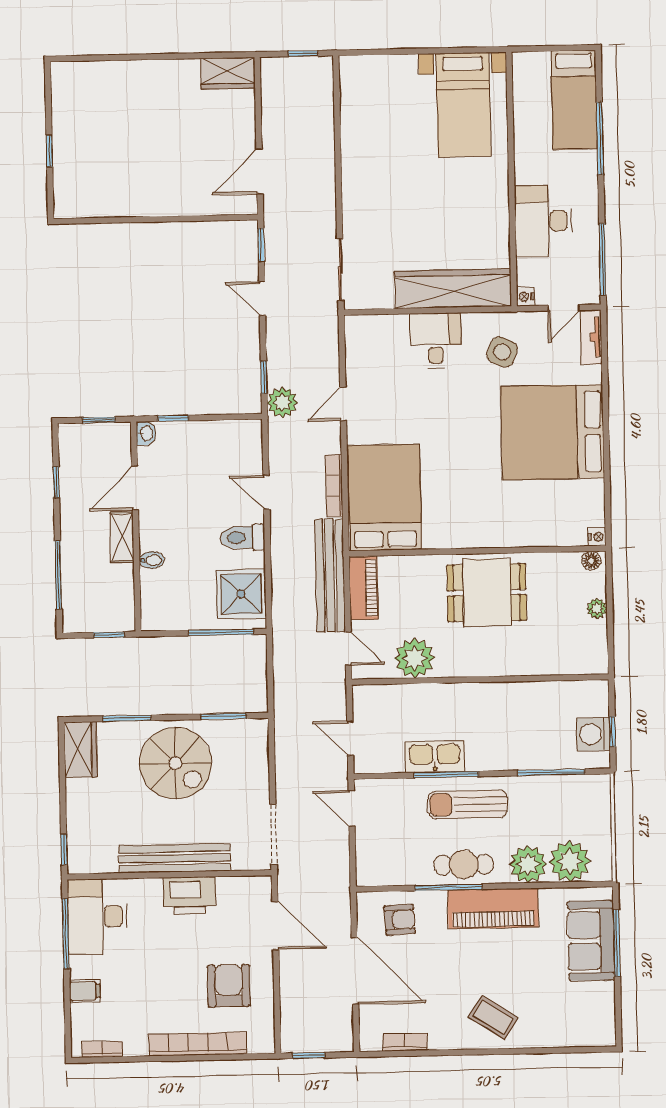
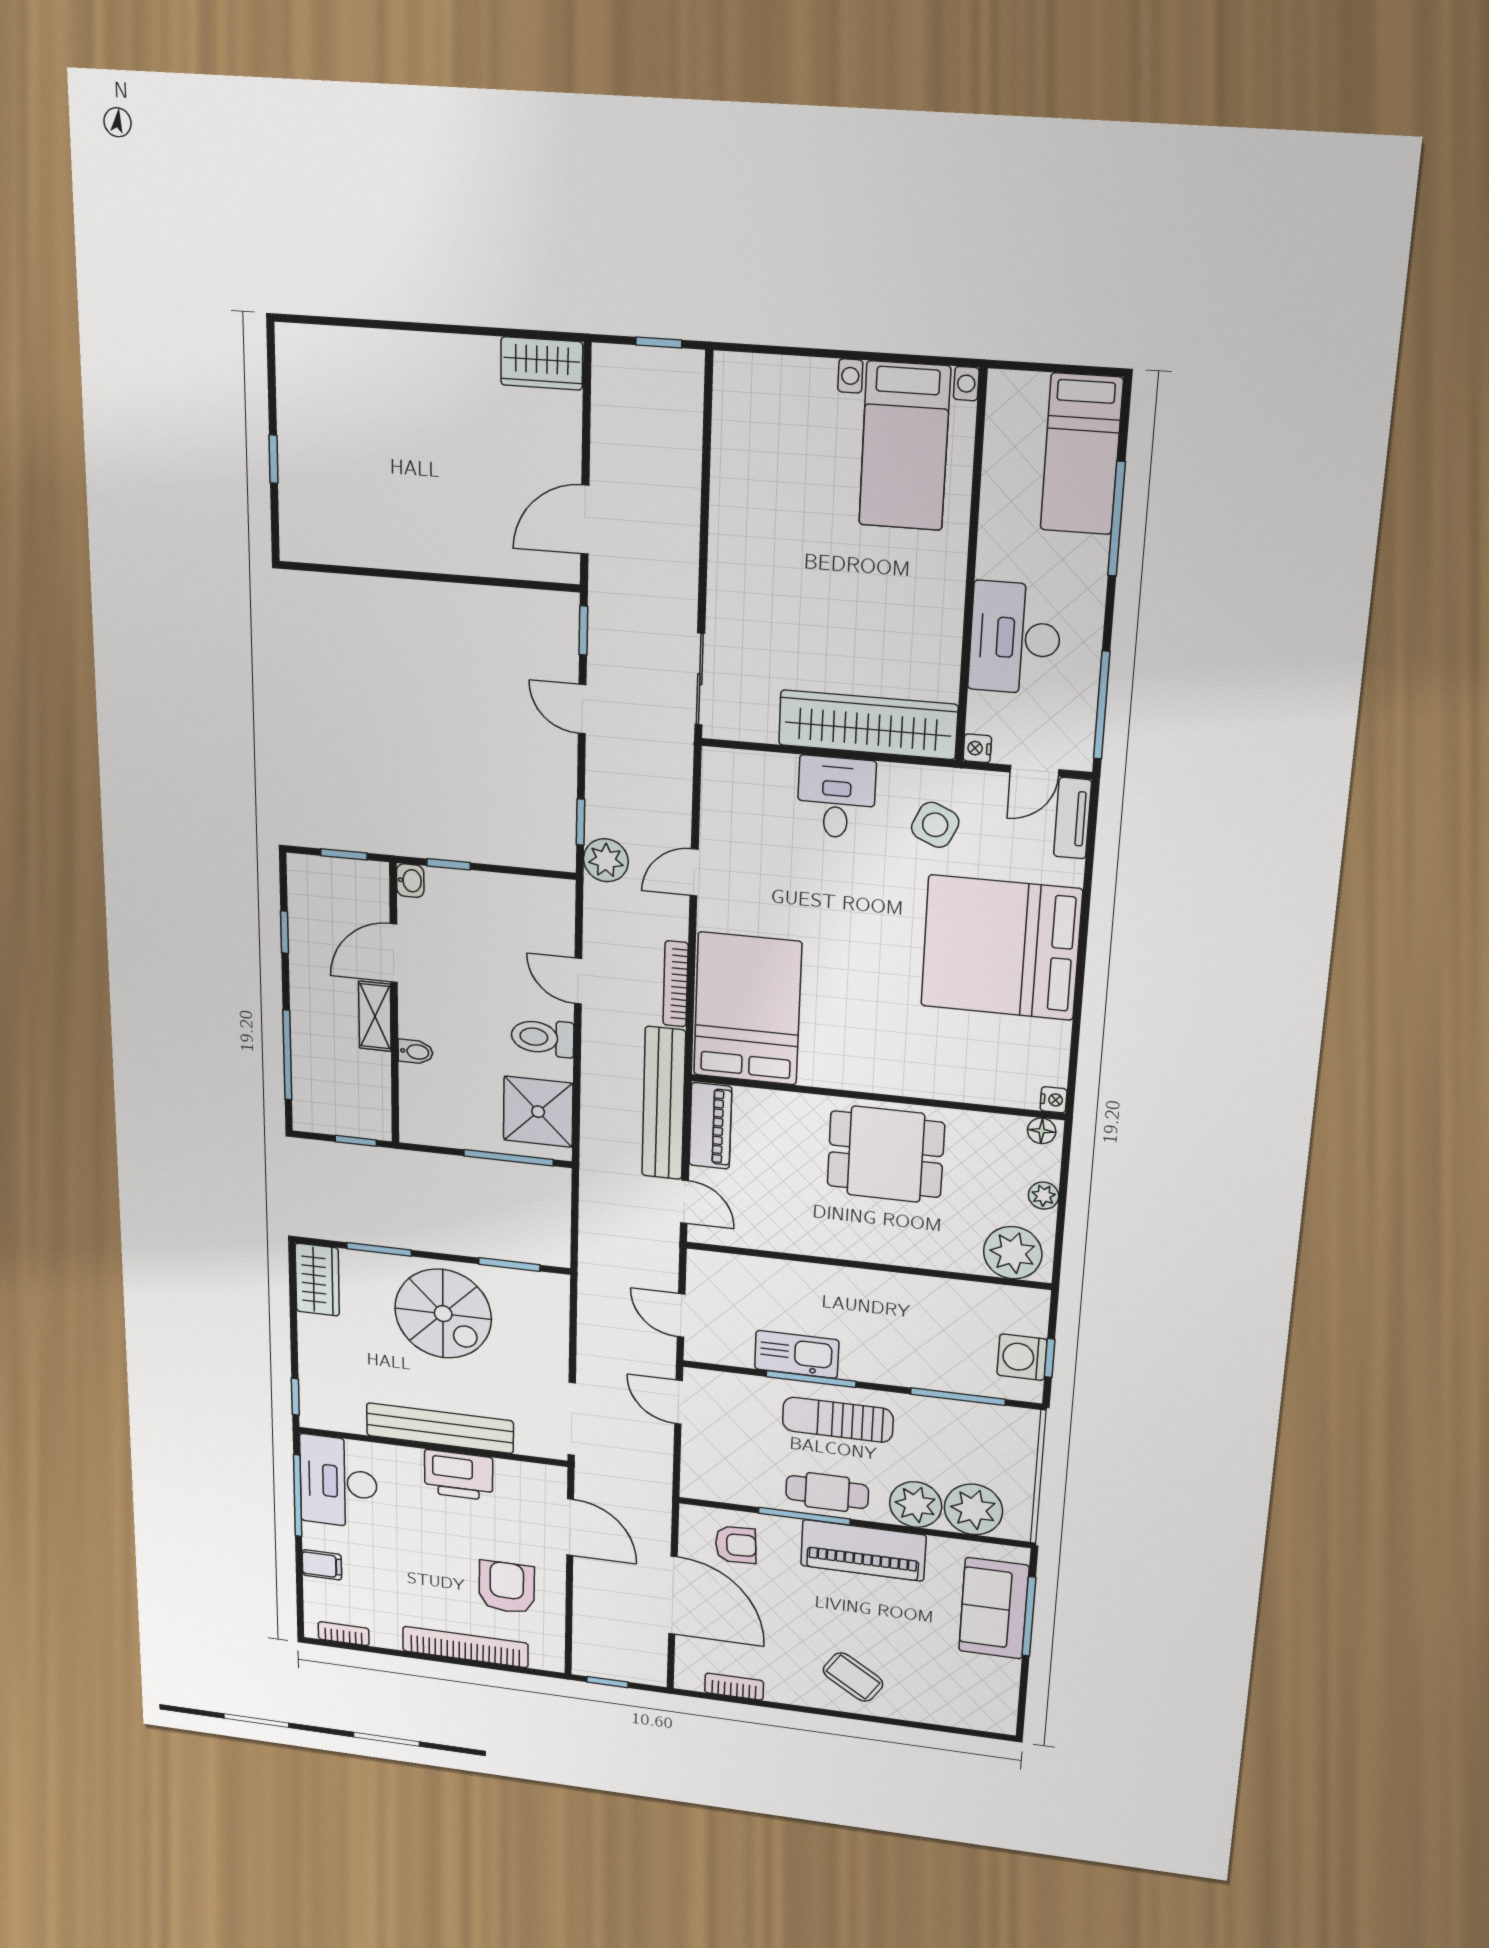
plant: (415, 658) -> (1013, 1253), moved

